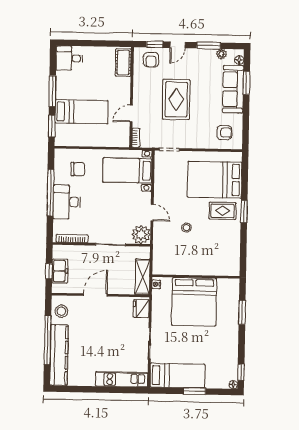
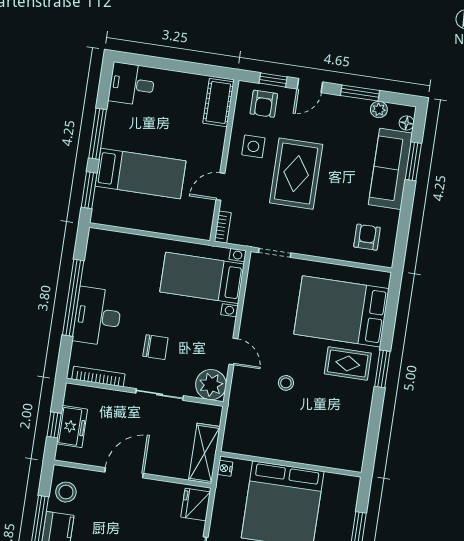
side table: (148, 86) -> (253, 146), added
armchair: (224, 133) -> (367, 237), turned -90
chair: (78, 169) -> (155, 347), moved

